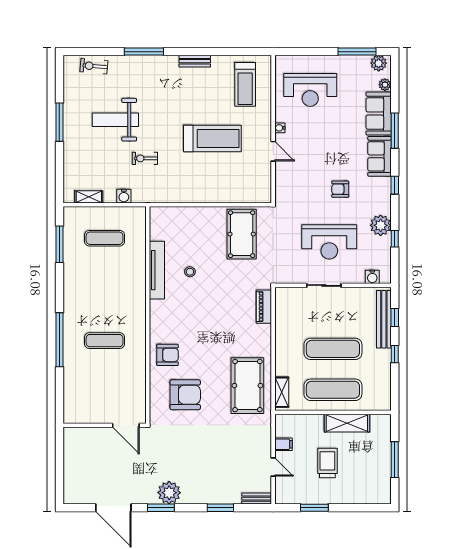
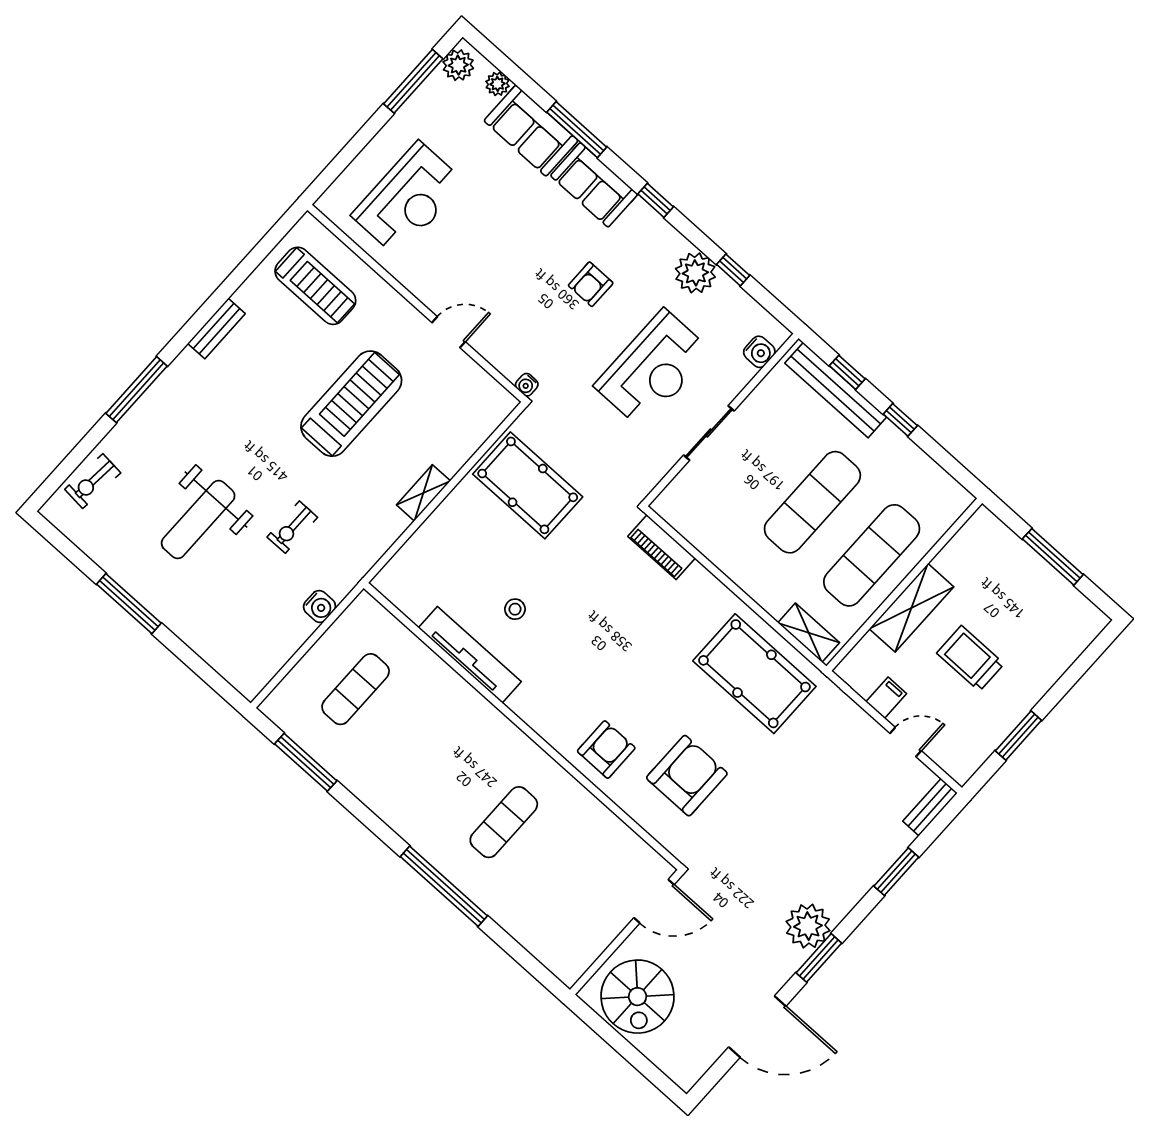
water cooler: (280, 128) -> (527, 385), moved
shelving: (89, 197) -> (423, 493), moved
shelving: (347, 423) -> (912, 608), moved
spiral stairs: (84, 452) -> (638, 997), added

